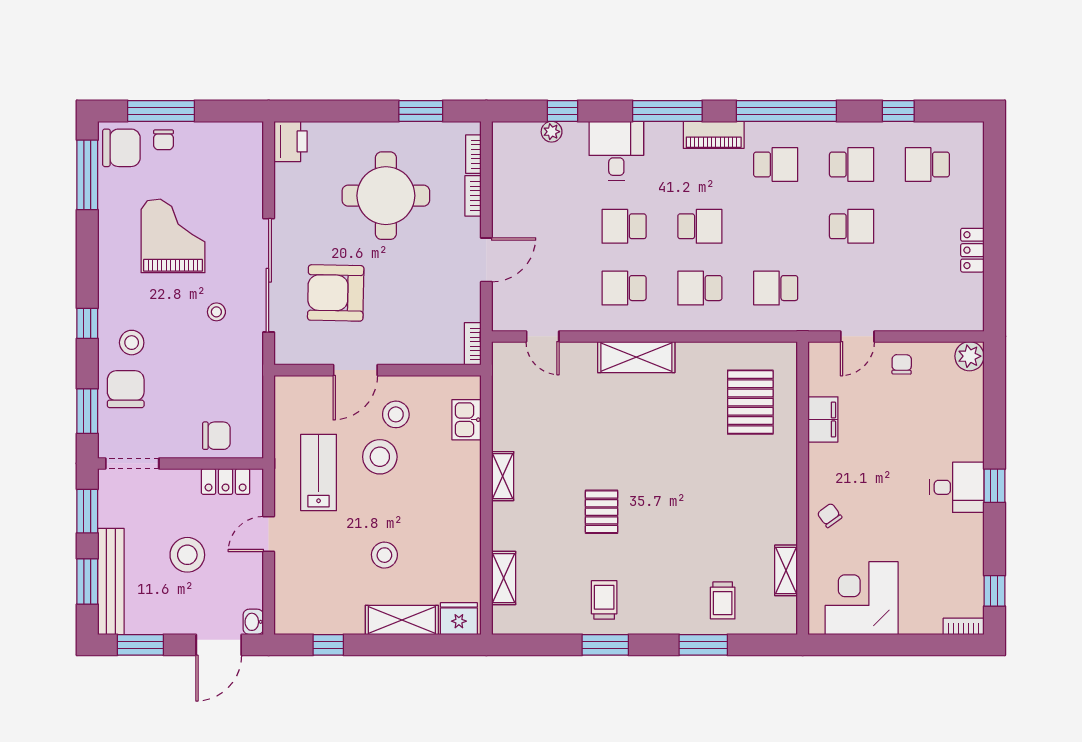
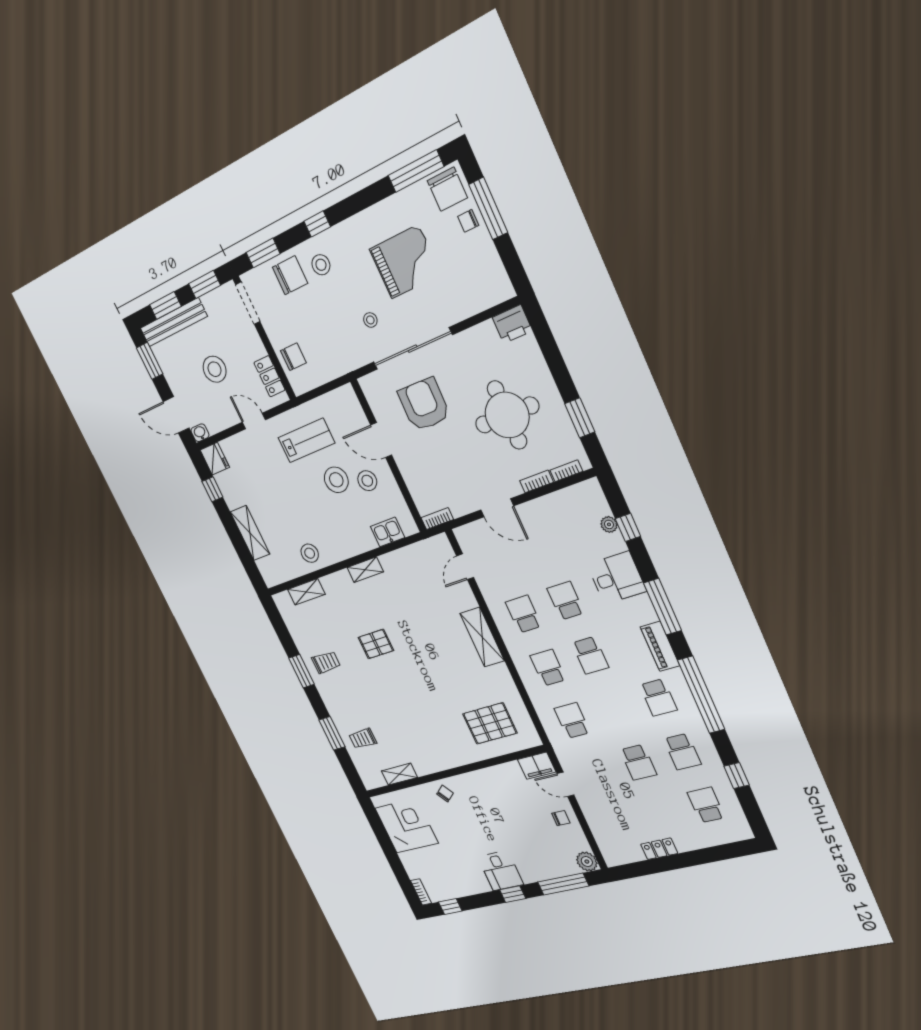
window: (994, 405) -> (563, 884), added
filing cabinet: (823, 419) -> (537, 766), moved
chair: (216, 436) -> (293, 357), turned -90
stool: (384, 555) -> (310, 553), moved
fridge: (459, 619) -> (215, 459), moved

